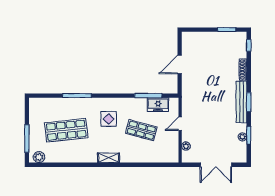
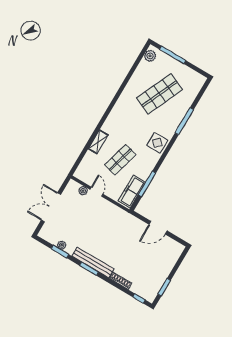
door: (180, 64) -> (158, 228), swing flipped
freezer: (158, 105) -> (132, 192), width x1.40
display table: (109, 119) -> (157, 143), moved
door: (180, 124) -> (96, 192), moved
shop shelf: (66, 130) -> (159, 94), turned 30
shelving: (108, 158) -> (98, 142), moved

